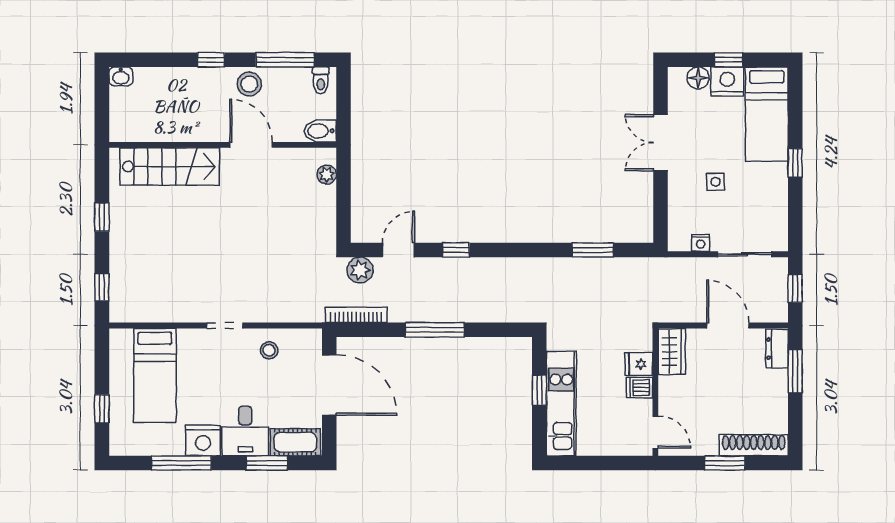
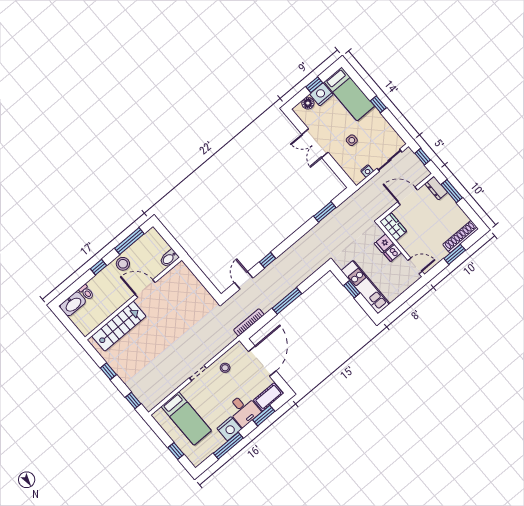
washbasin: (121, 76) -> (73, 304), width x1.91, depth x1.45
toilet: (321, 80) -> (86, 292), moved
plant: (327, 175) -> (187, 274), removed
plant: (360, 270) -> (235, 302), removed
door: (329, 385) -> (262, 361), hinge flipped

